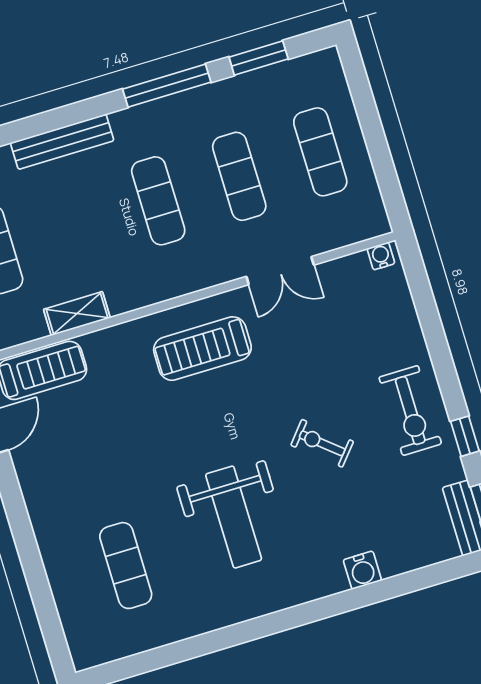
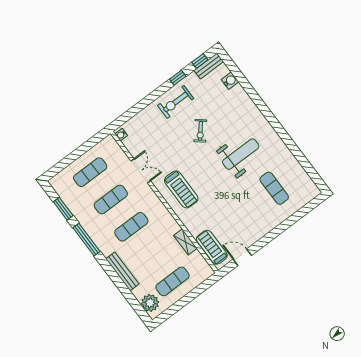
exercise bike: (410, 411) -> (176, 102), turned 180
exercise mat: (126, 566) -> (274, 188), turned 90
water cooler: (362, 570) -> (230, 81), moved

